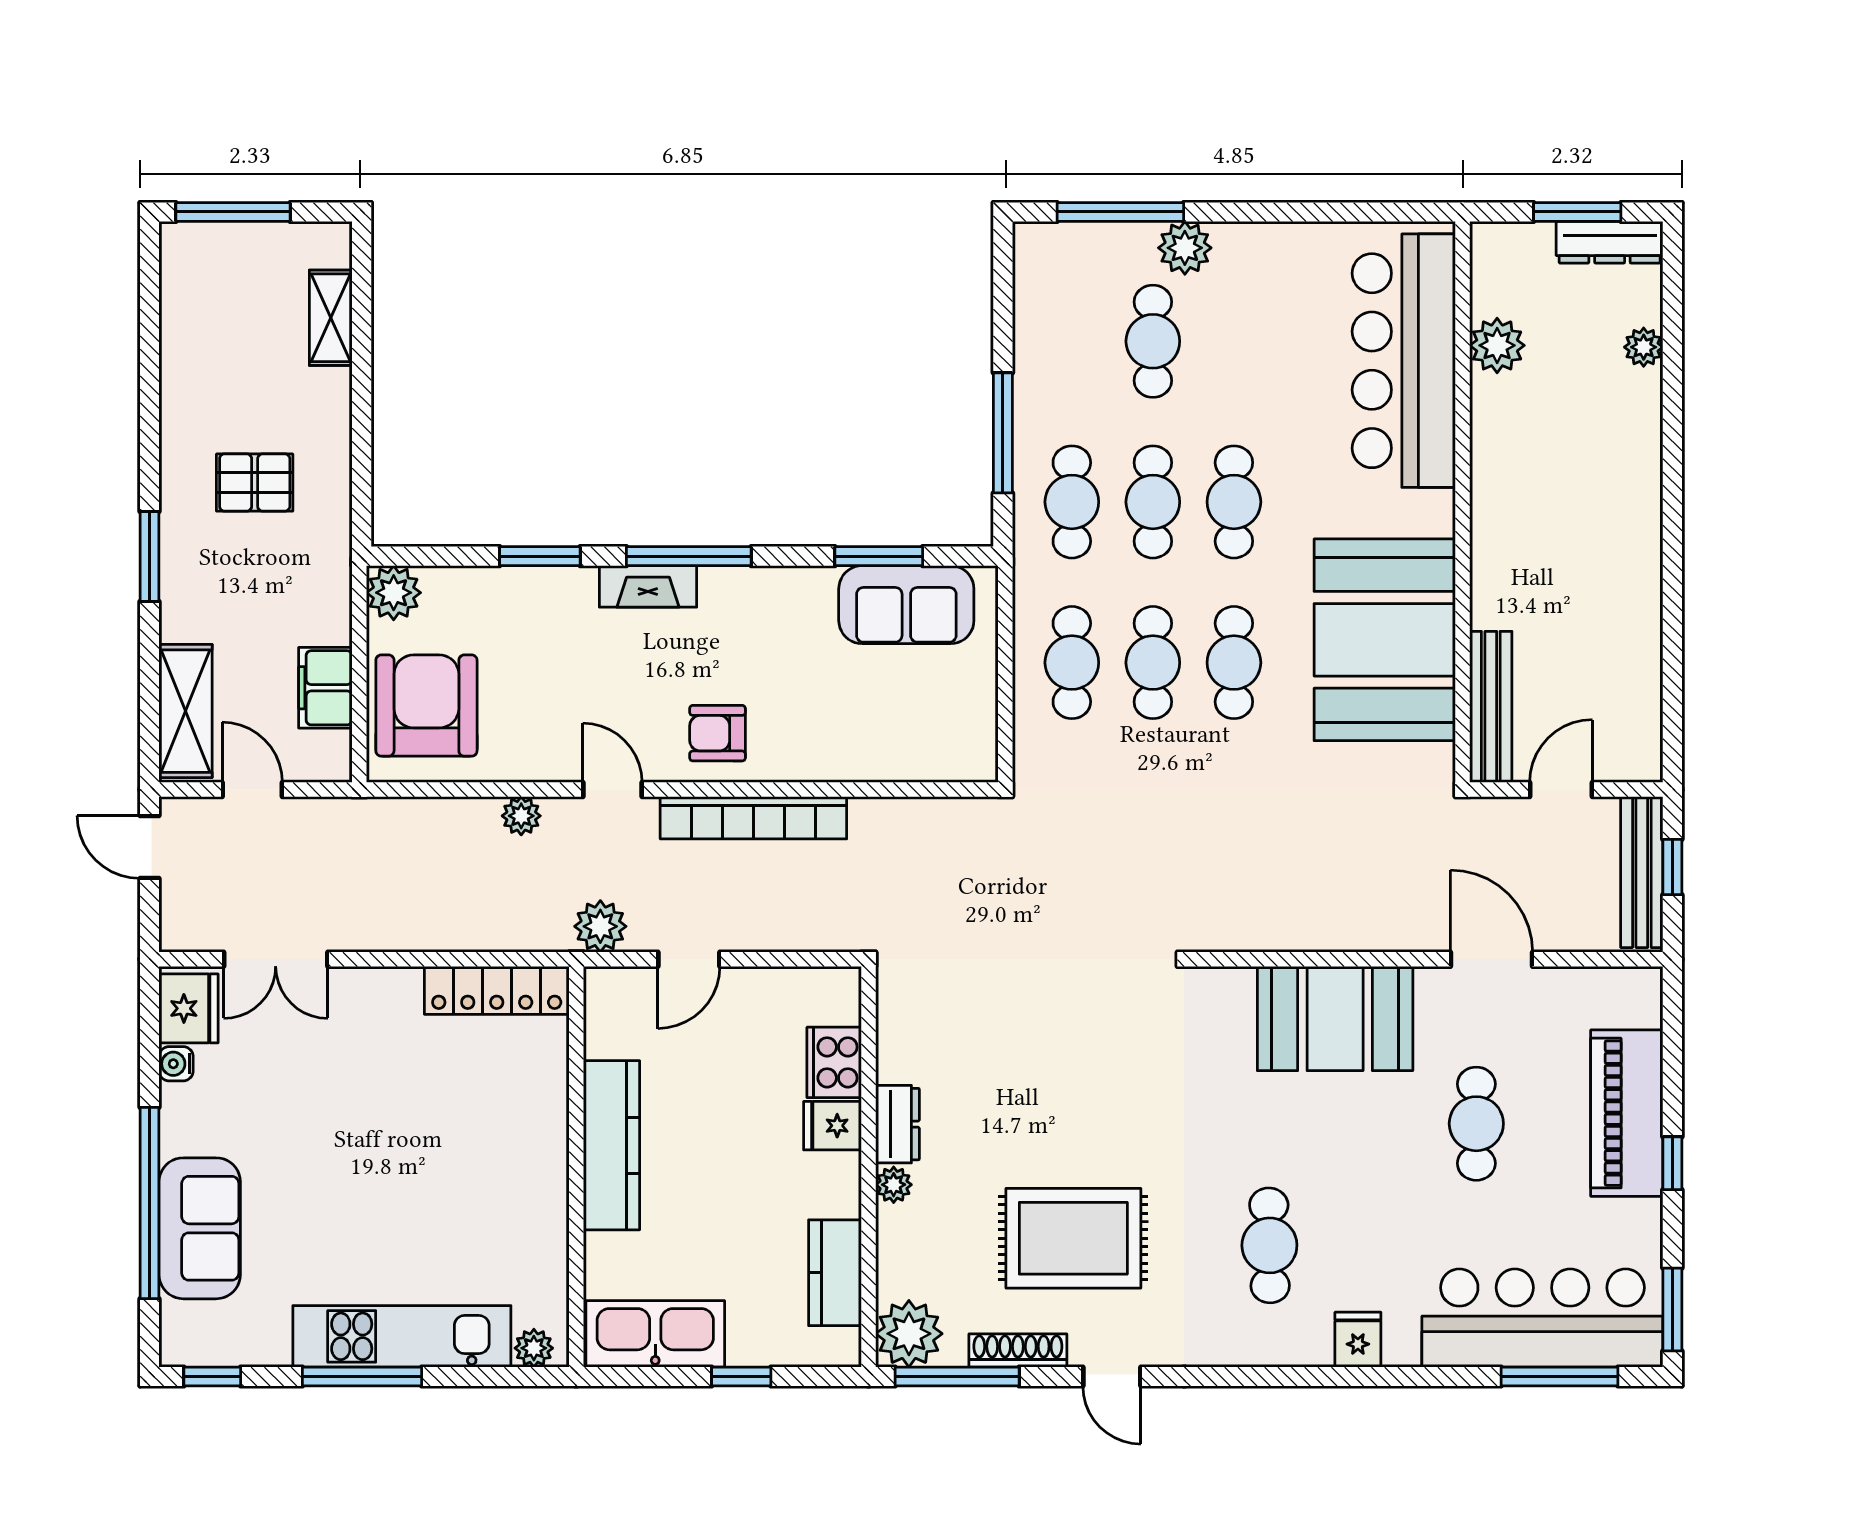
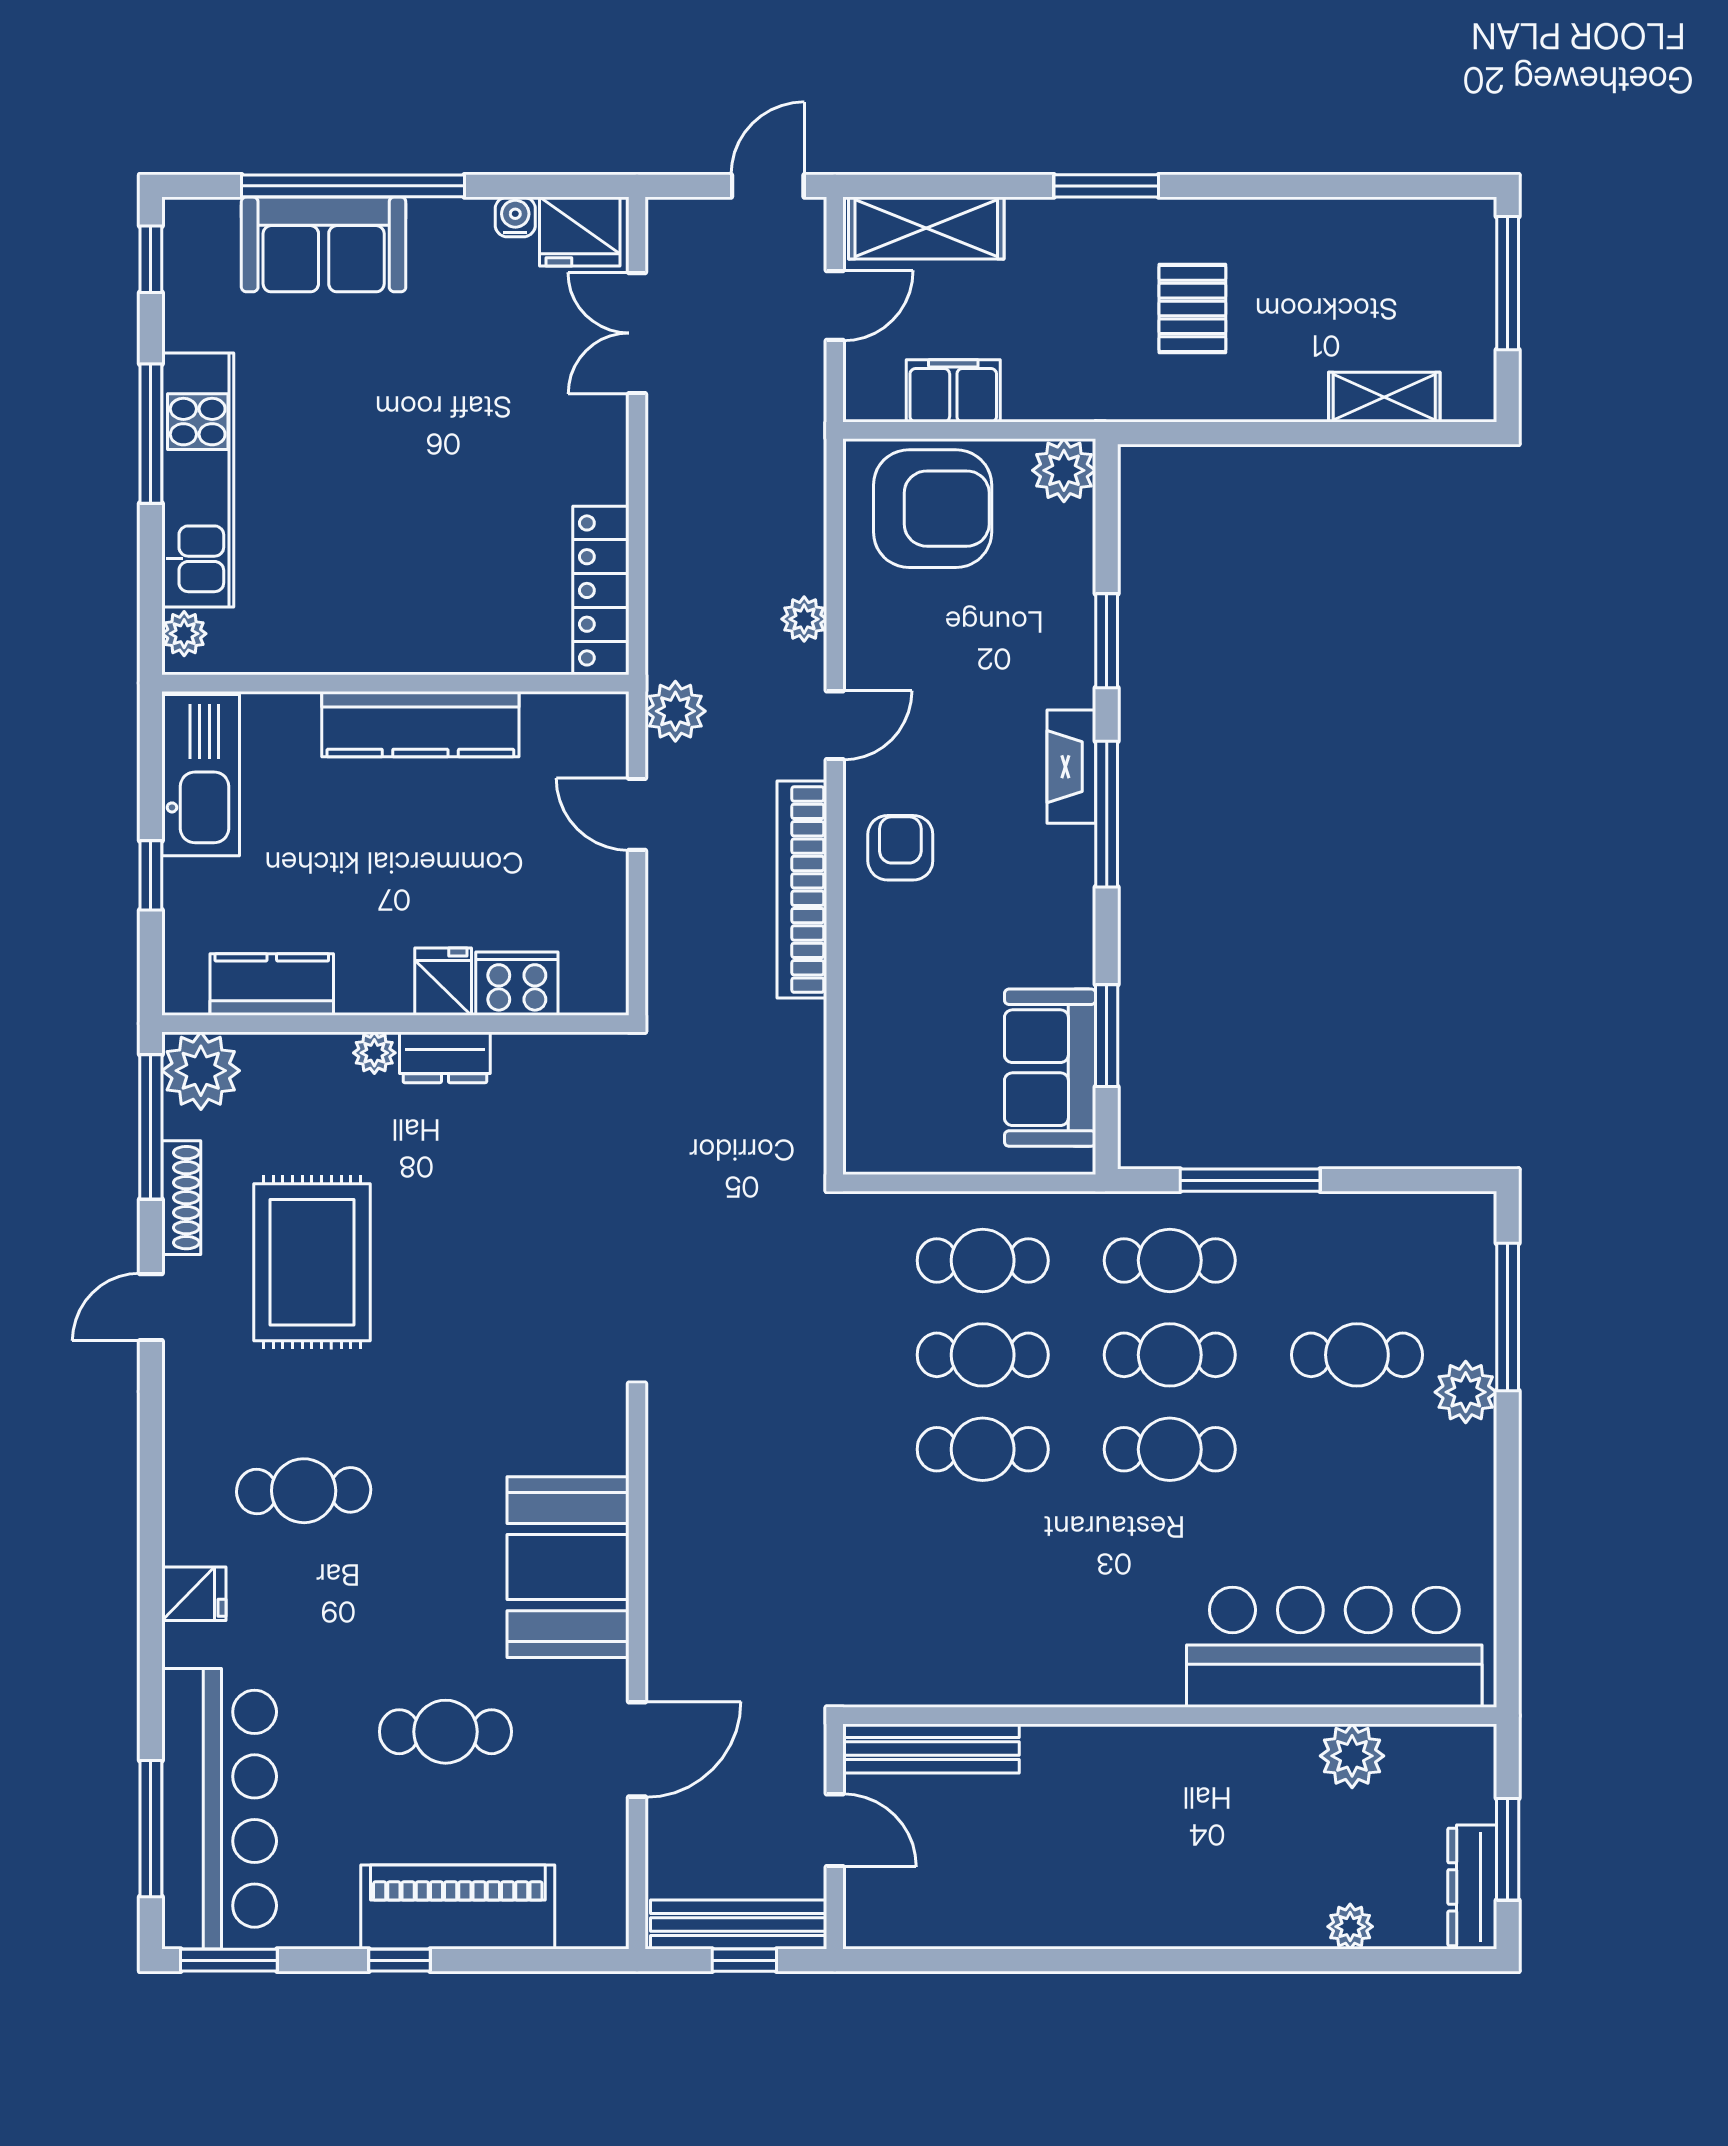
booth: (1385, 640) -> (1009, 1625), removed

